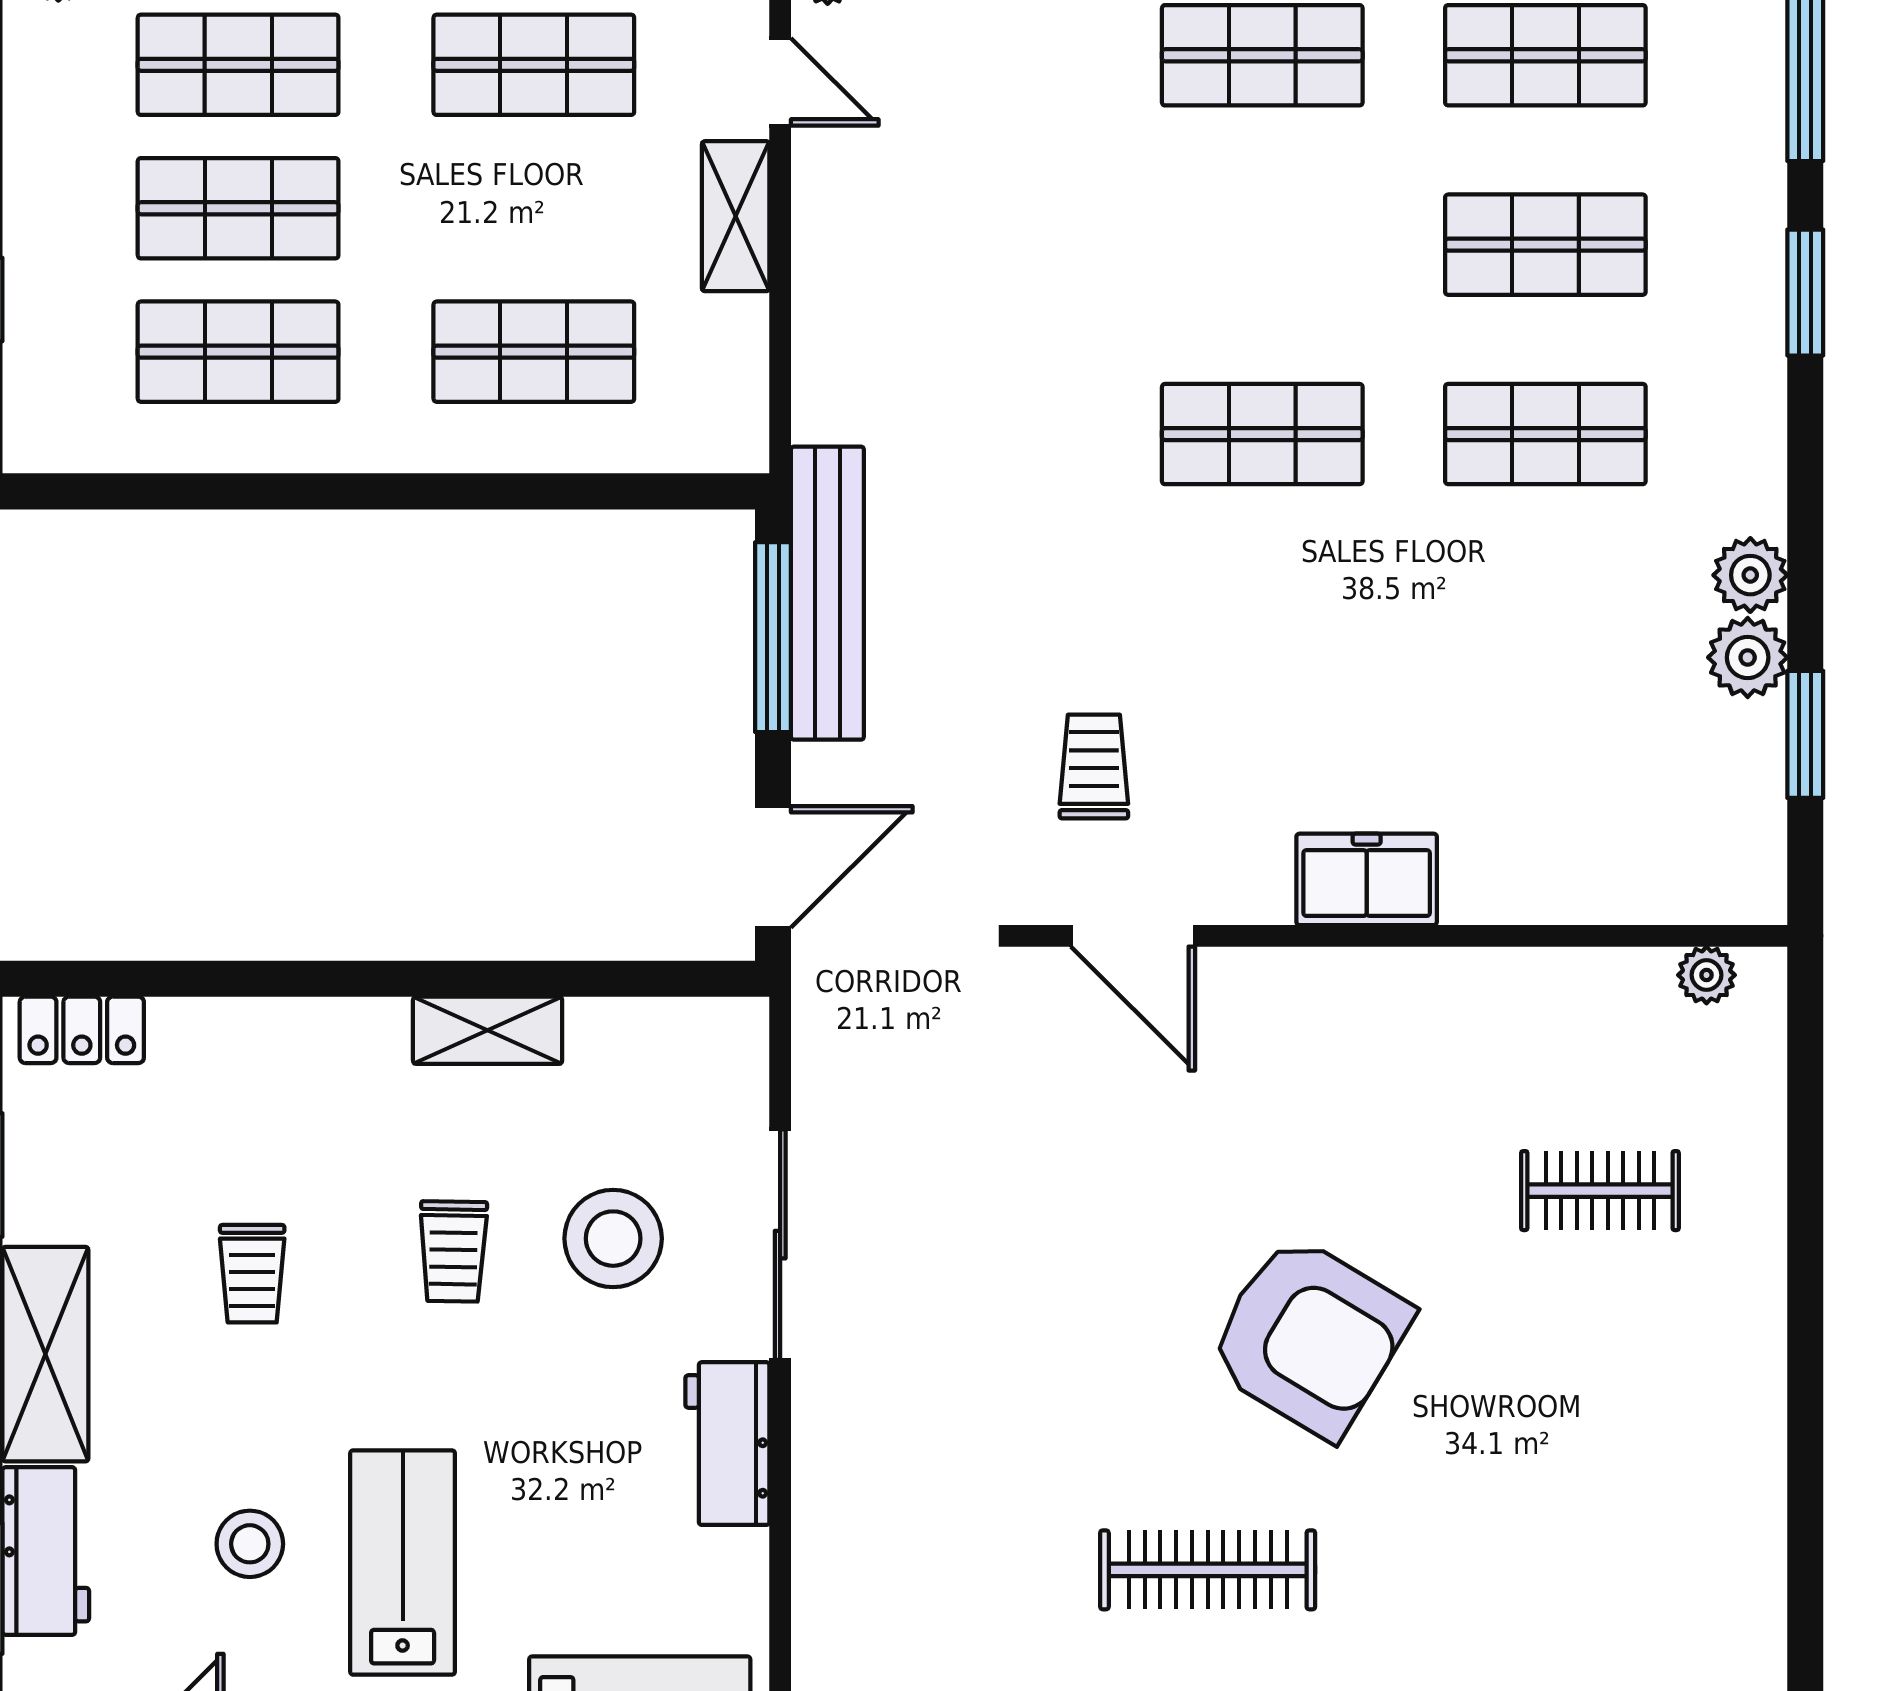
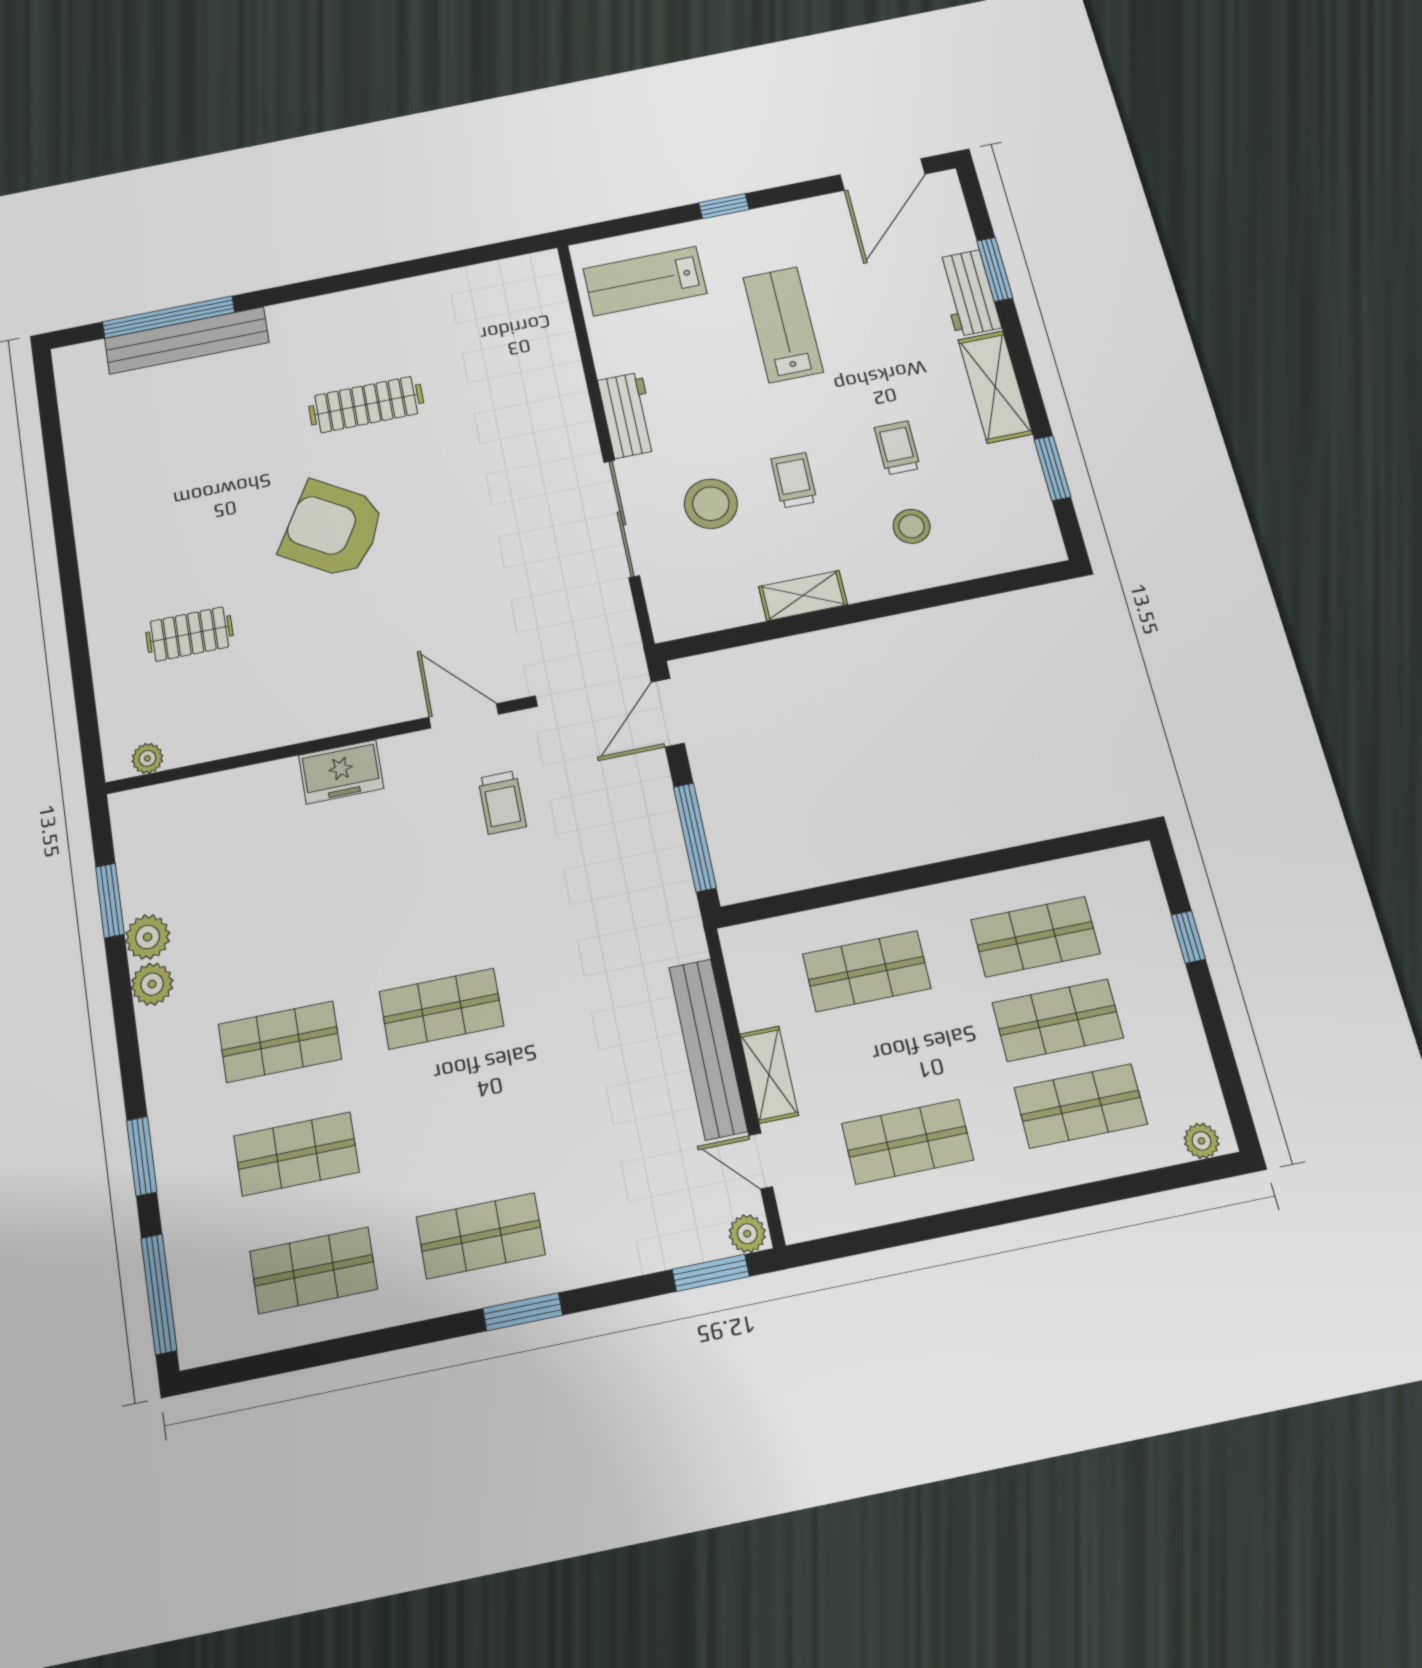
bench: (827, 593) -> (708, 1049), moved
locker: (82, 1030) -> (1021, 552), removed
stool: (250, 1544) -> (912, 526), moved
lab bench: (403, 1563) -> (783, 325), turned 180

